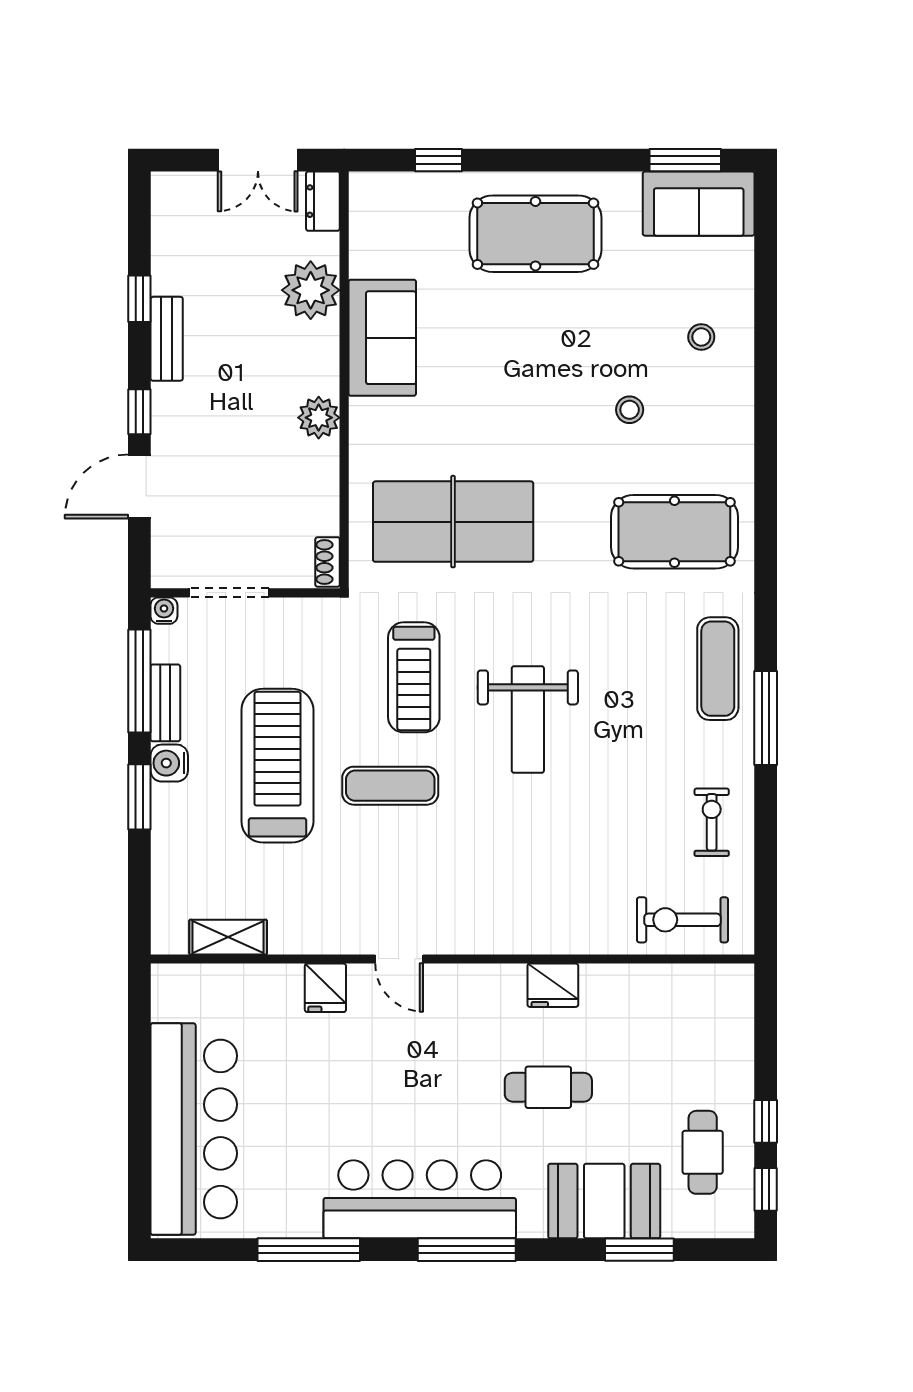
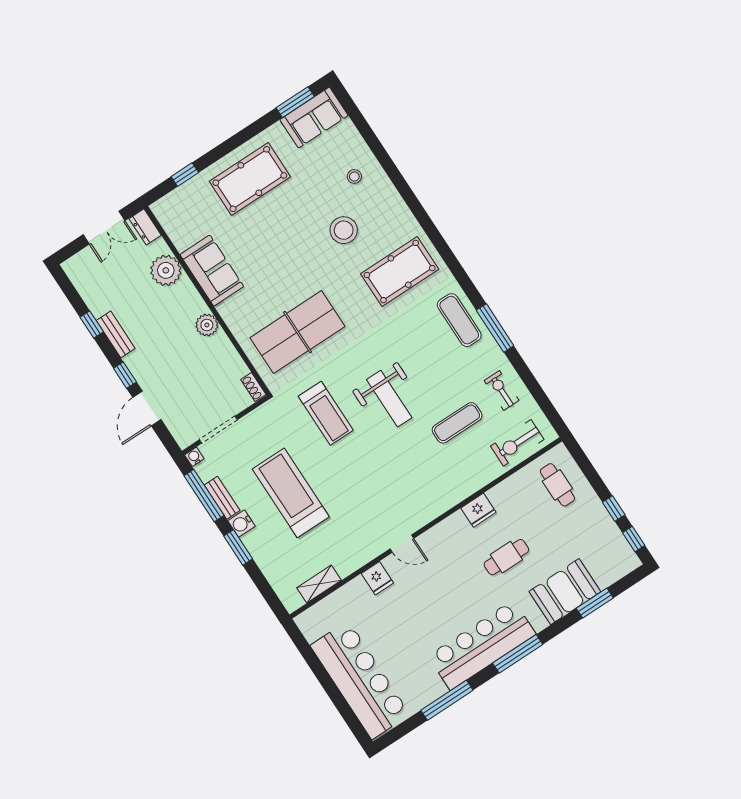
stool: (630, 410) -> (344, 230), width x1.89, depth x1.89
exercise mat: (390, 786) -> (457, 423), moved
cafe table: (703, 1152) -> (557, 485), moved

